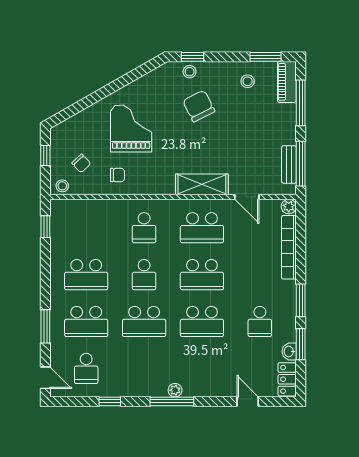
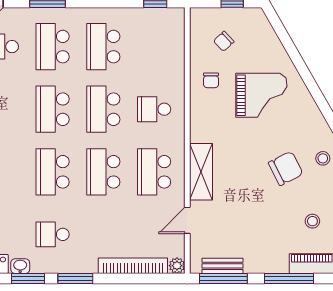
stool: (62, 186) -> (199, 21), removed
school desk: (144, 275) -> (103, 109), width x1.85

